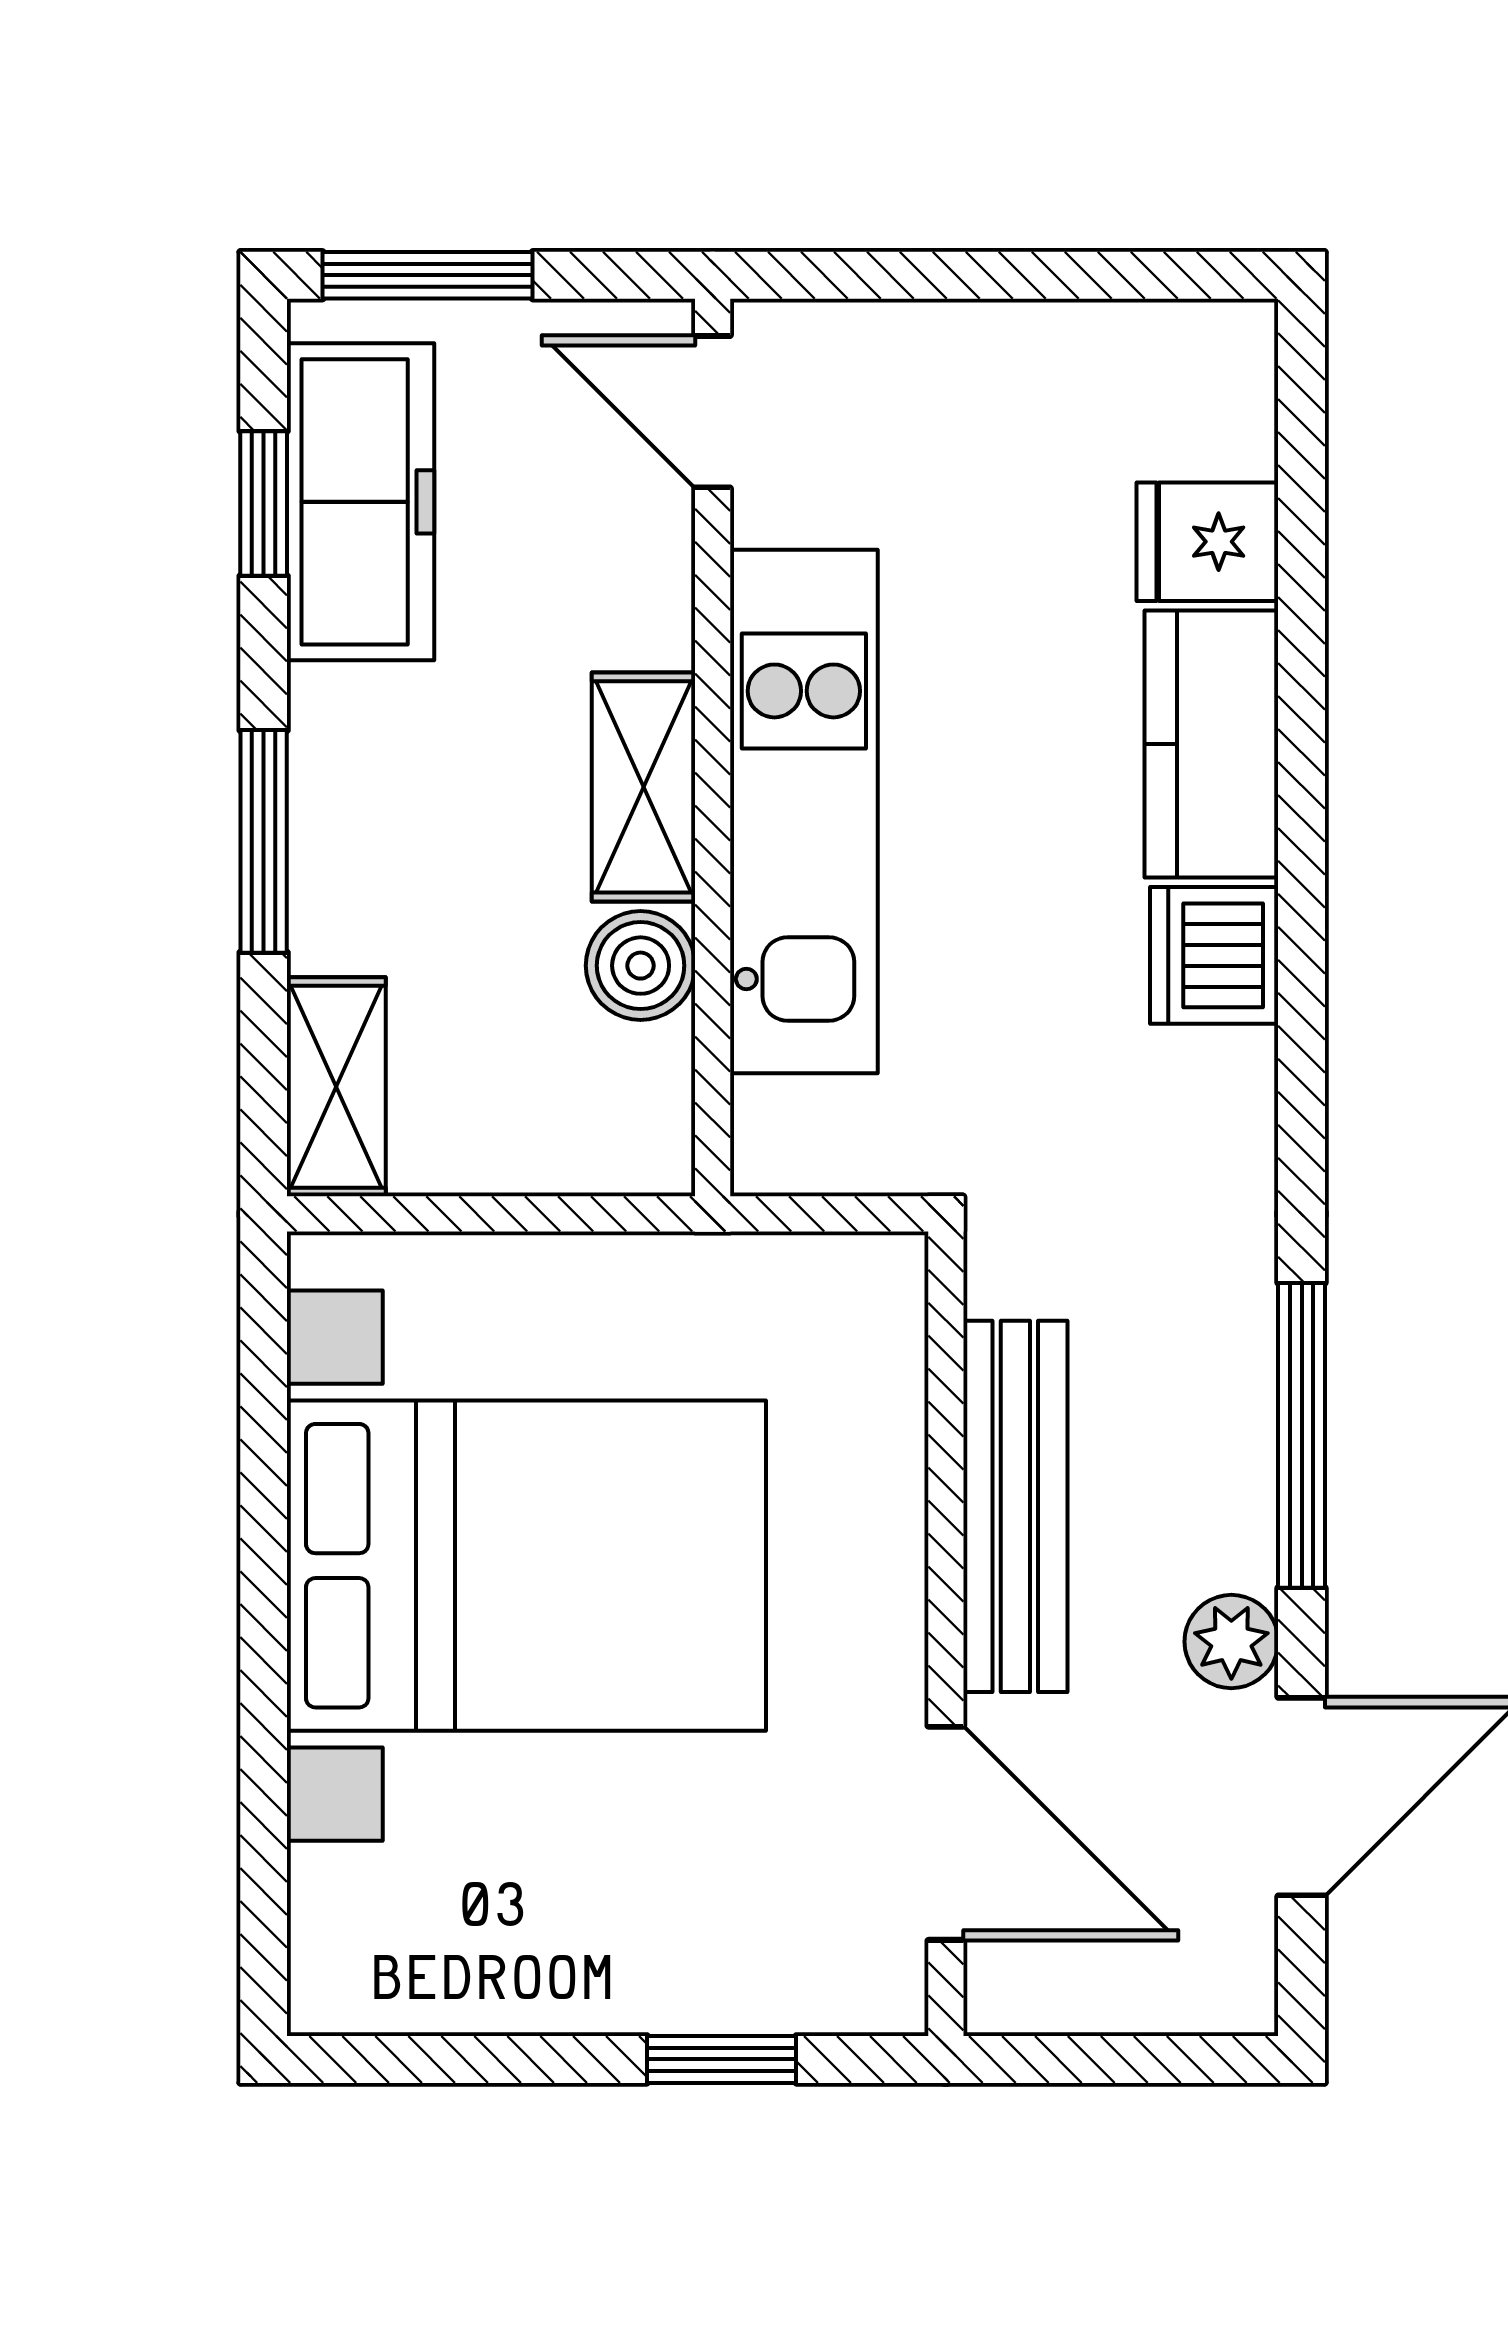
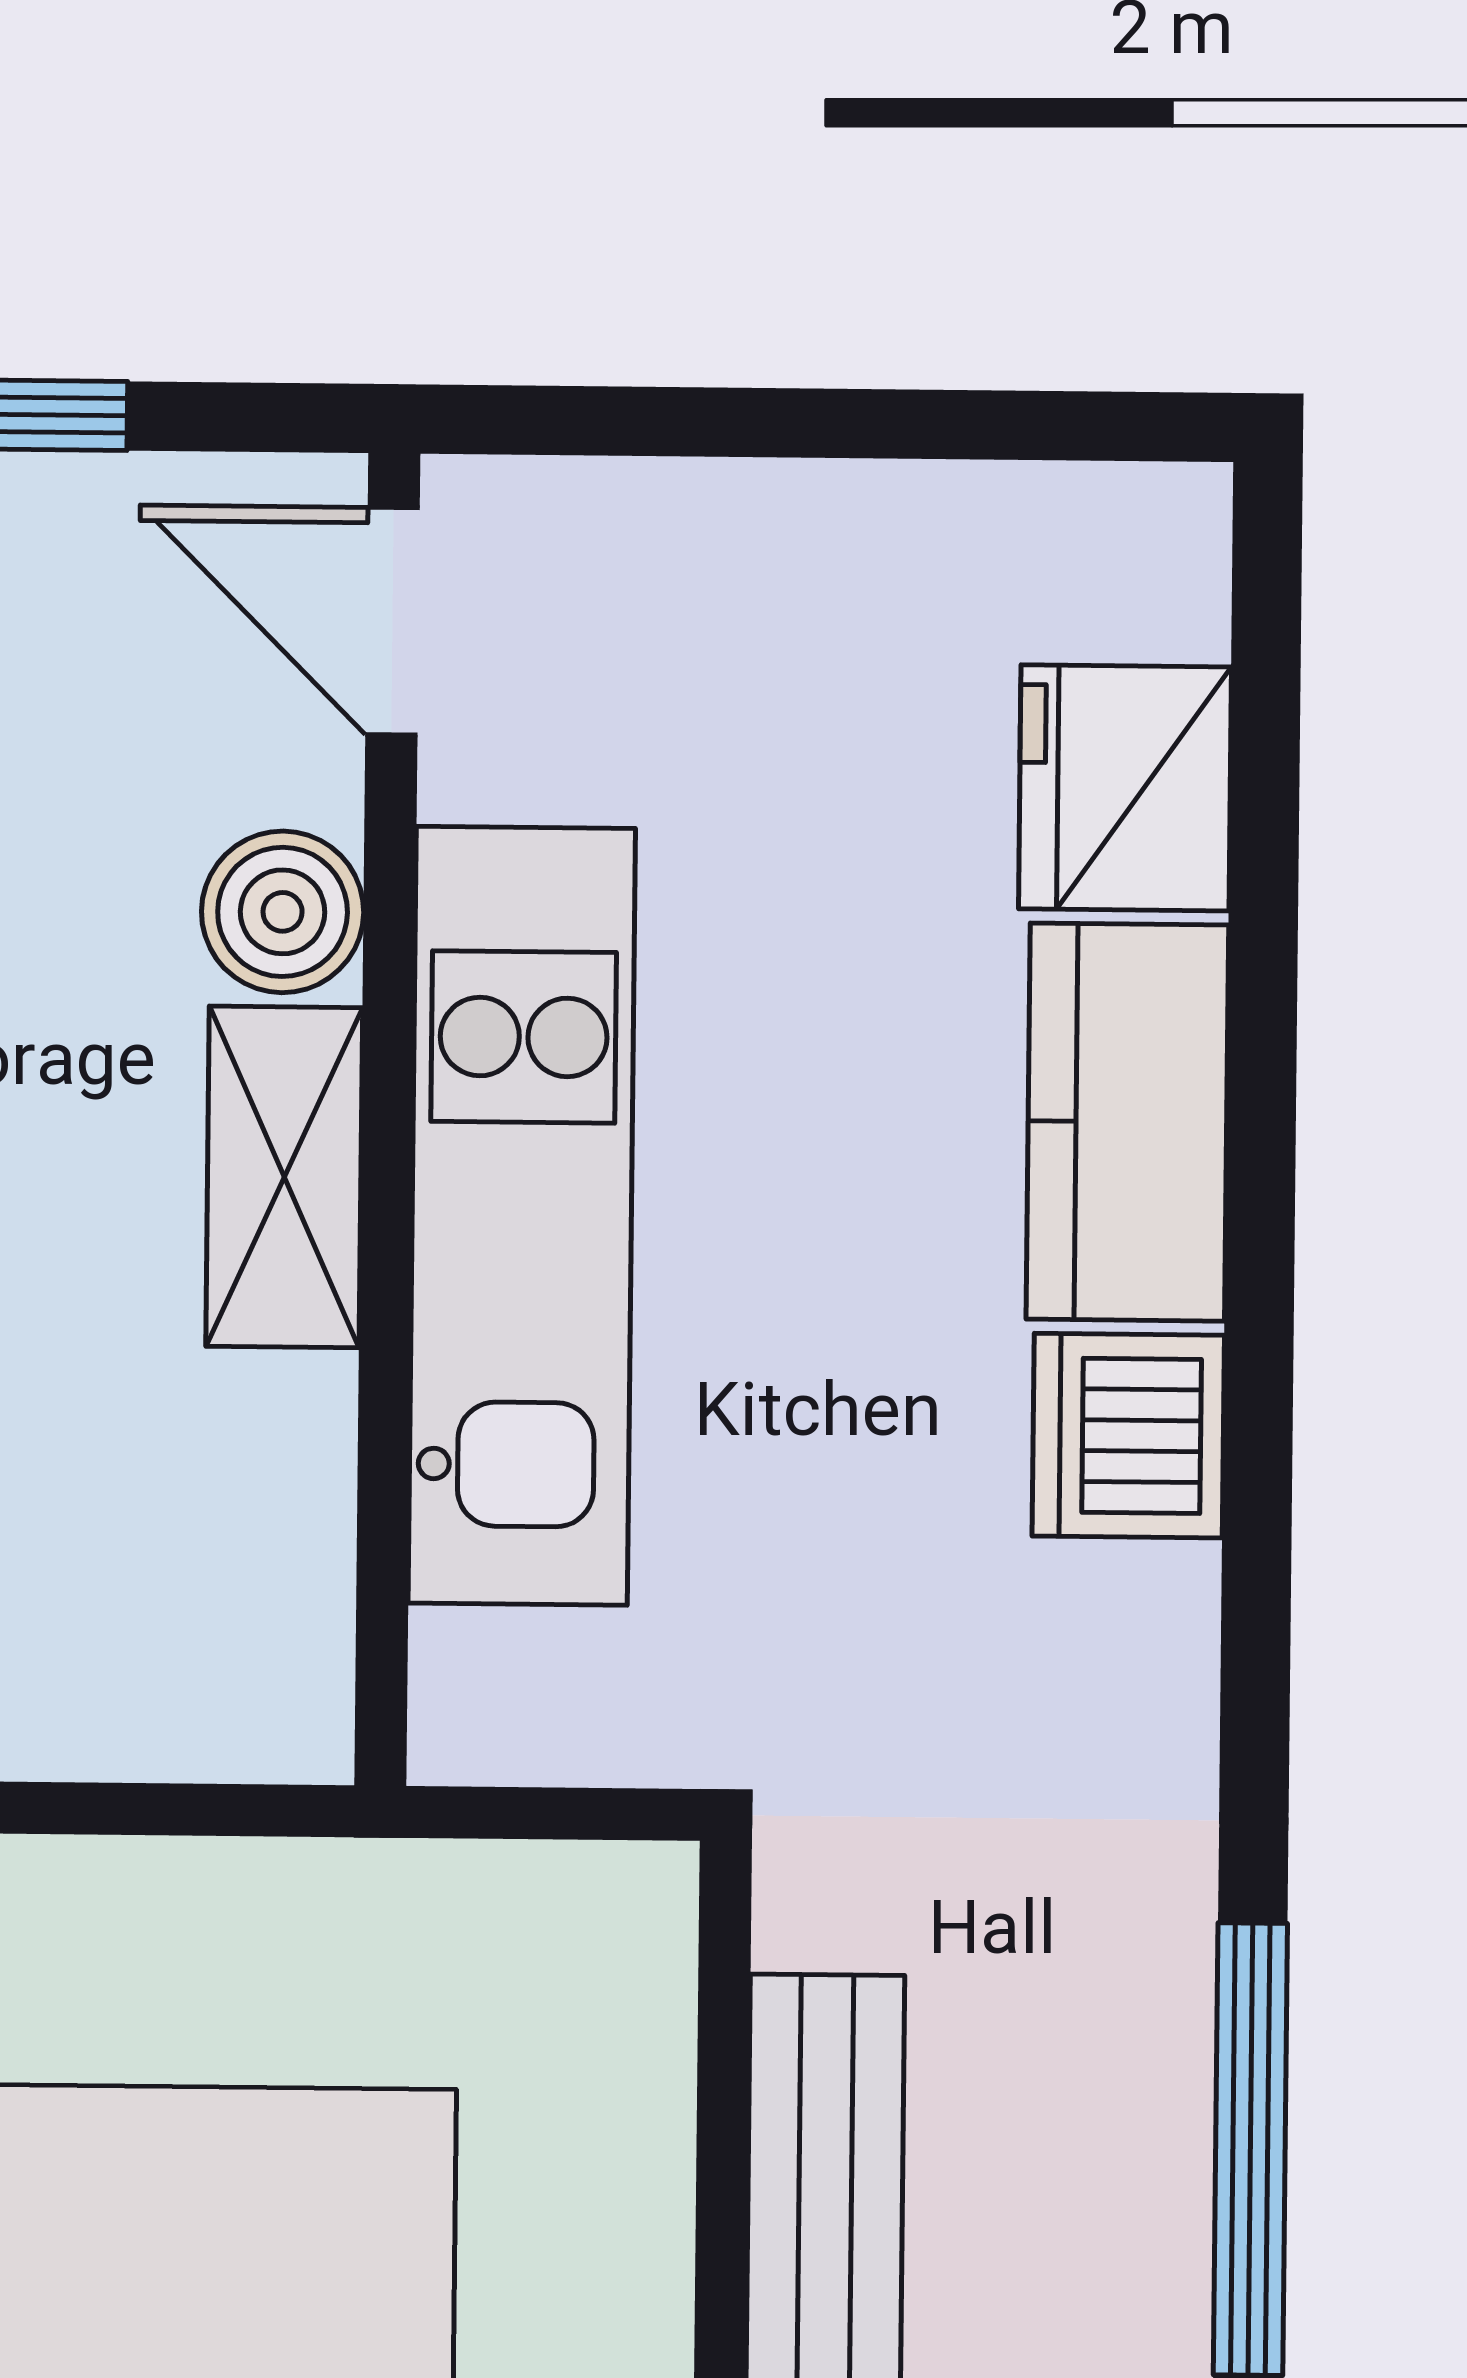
fridge: (1207, 542) -> (1125, 788), width x1.38
boiler: (641, 966) -> (283, 912), moved

